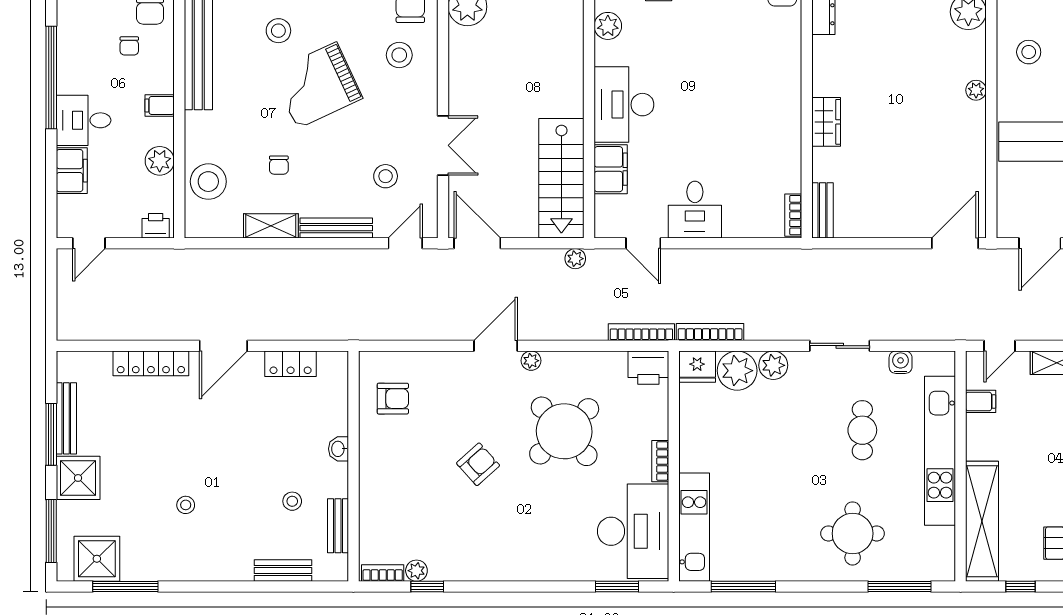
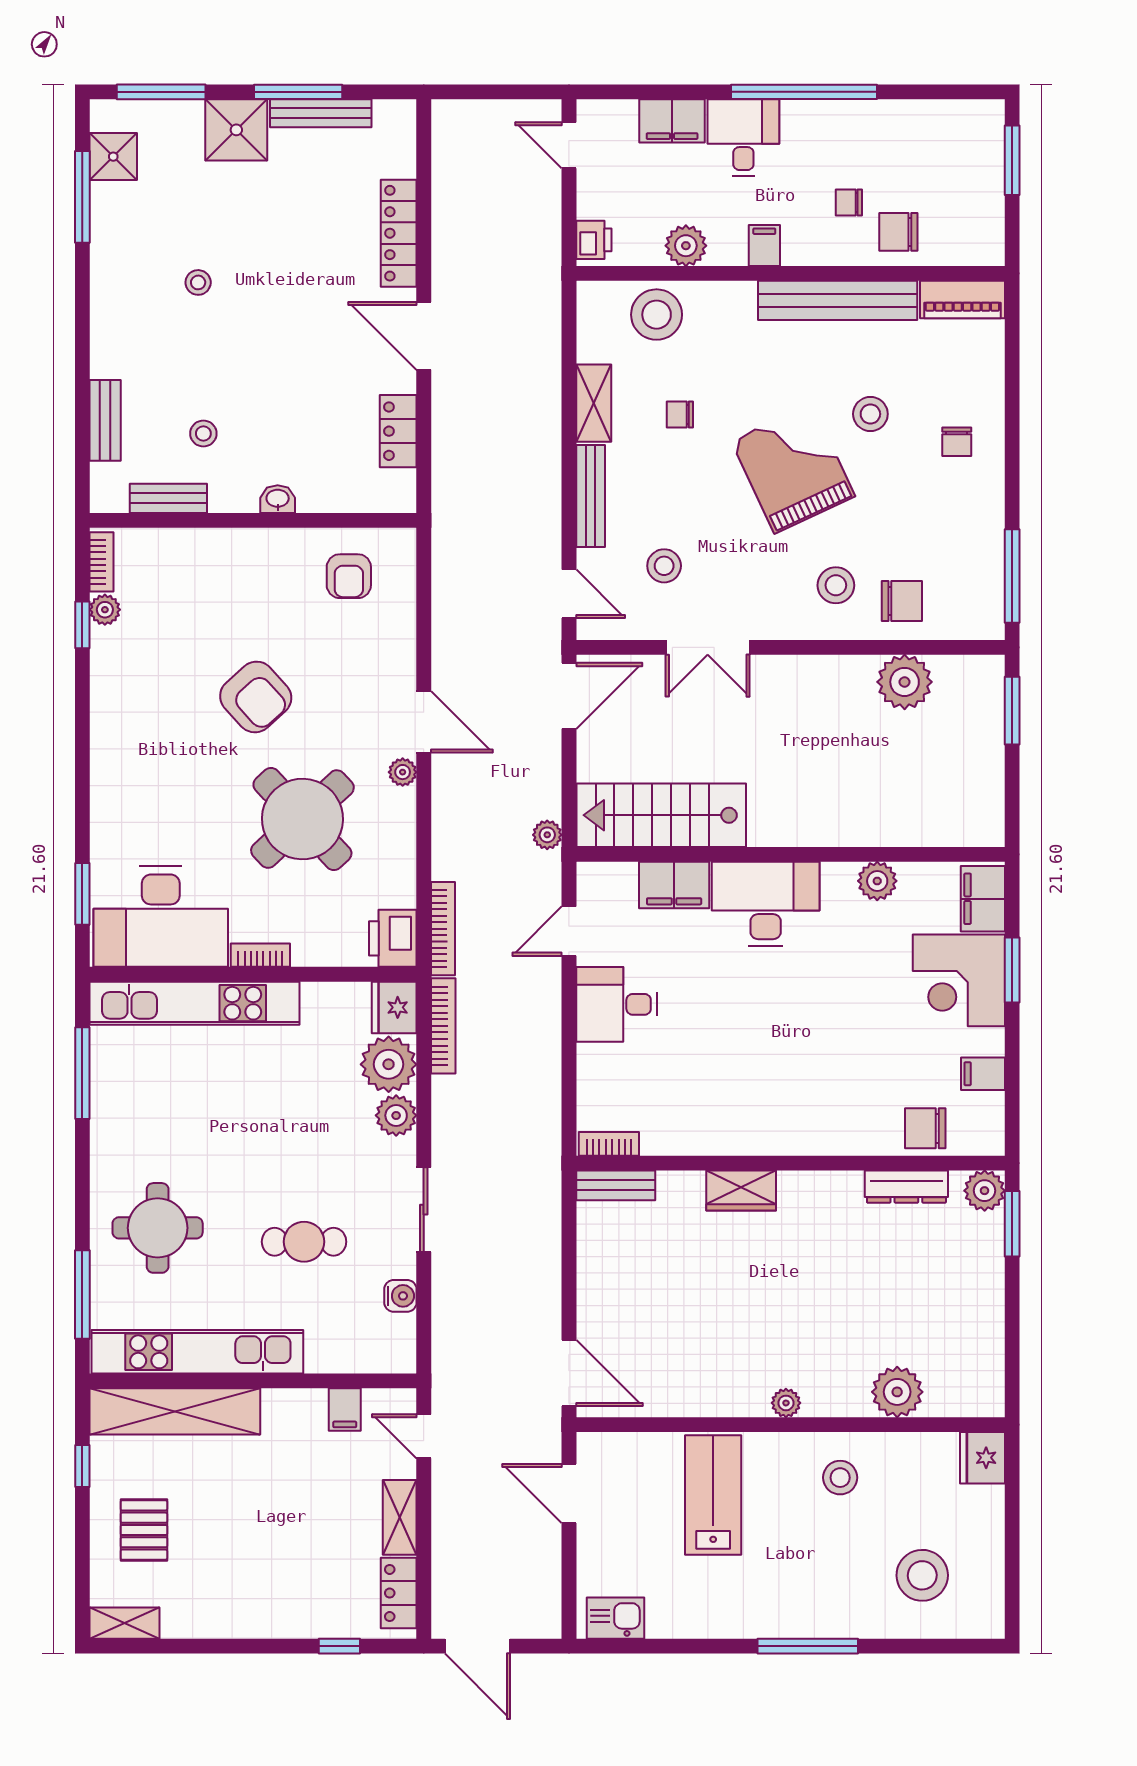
kitchen unit: (940, 451) -> (197, 1352), moved
armchair: (478, 464) -> (256, 697), width x1.38, depth x1.38
kitchen unit: (694, 527) -> (195, 1003), width x1.36
shower: (97, 559) -> (113, 157), width x0.73, depth x0.73

